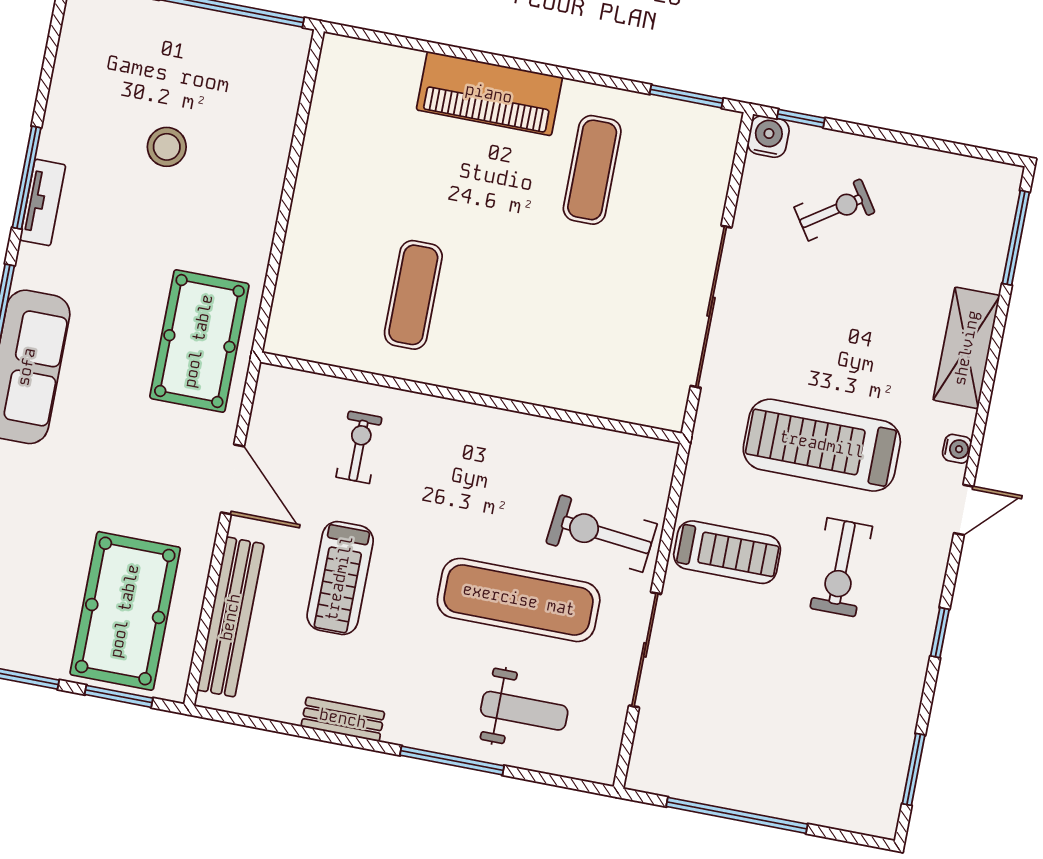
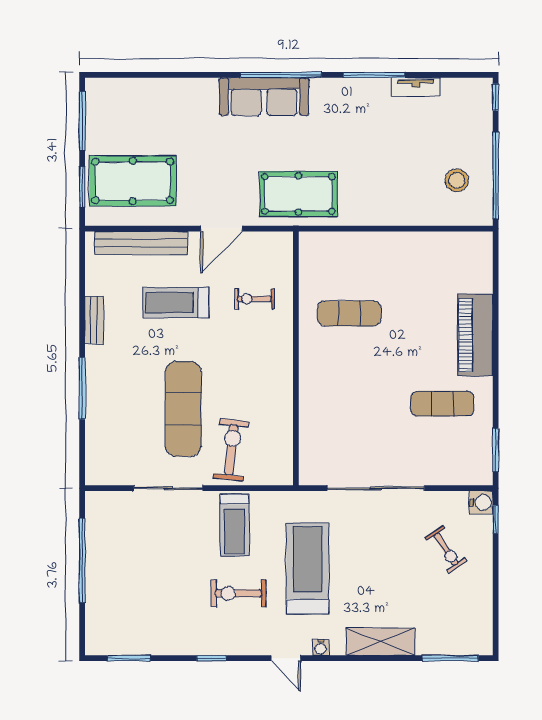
stool: (167, 147) -> (457, 180), moved
tv unit: (43, 202) -> (416, 87), moved
exercise bike: (359, 447) -> (254, 299), turned 180
weight bench: (524, 711) -> (119, 425), removed

